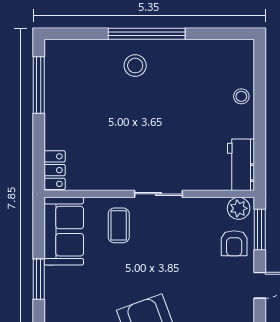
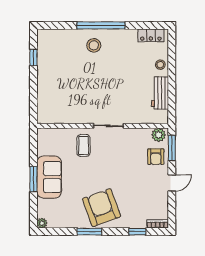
window: (39, 85) -> (33, 58), width x0.46
workbench: (241, 165) -> (160, 93), moved
locker: (55, 170) -> (151, 35), moved, turned 90
sofa: (64, 231) -> (49, 177), moved

